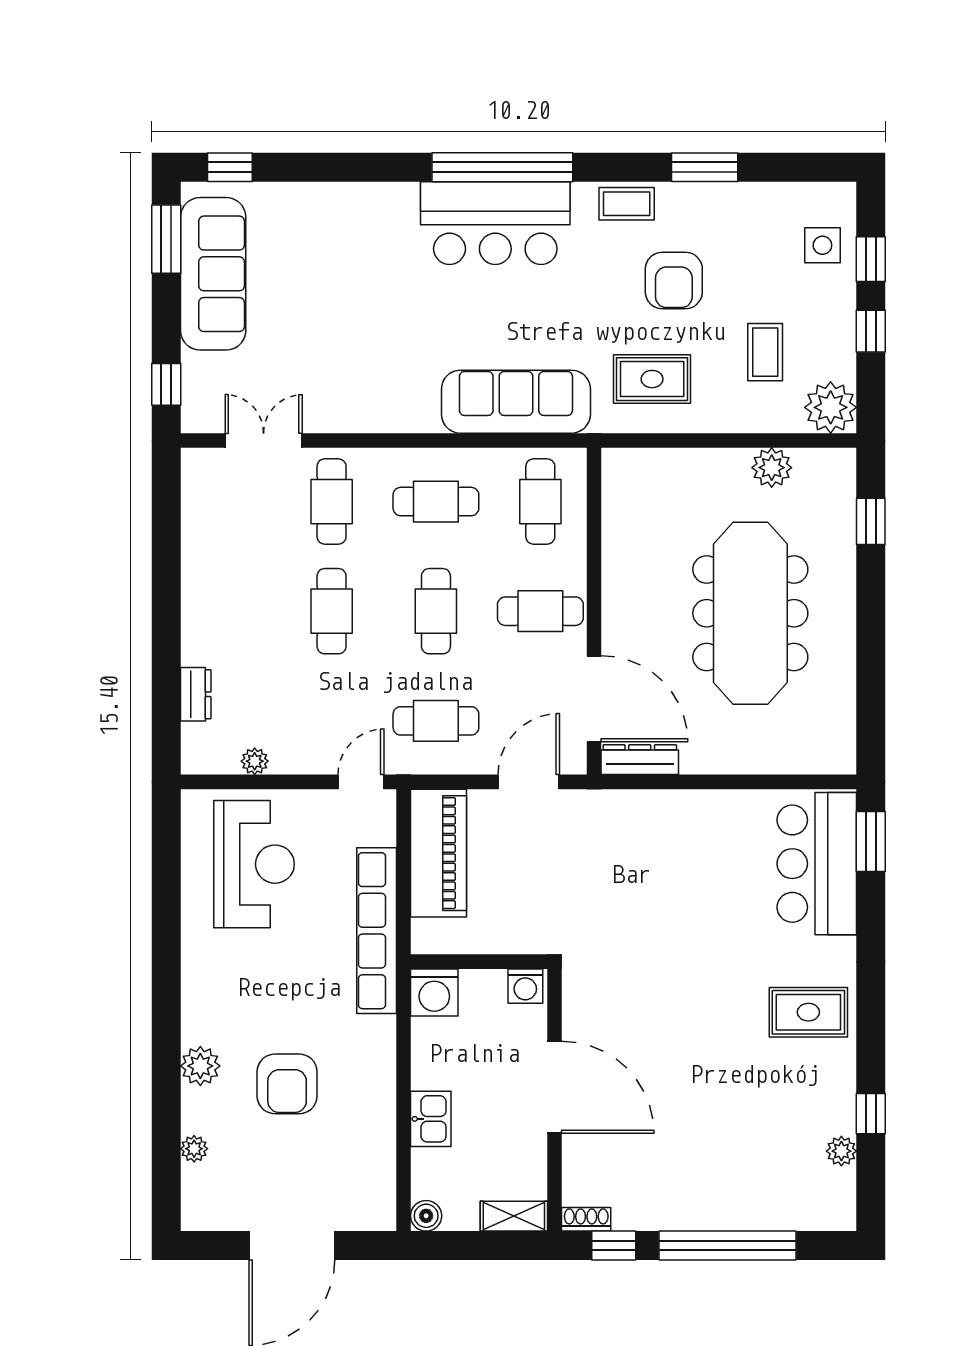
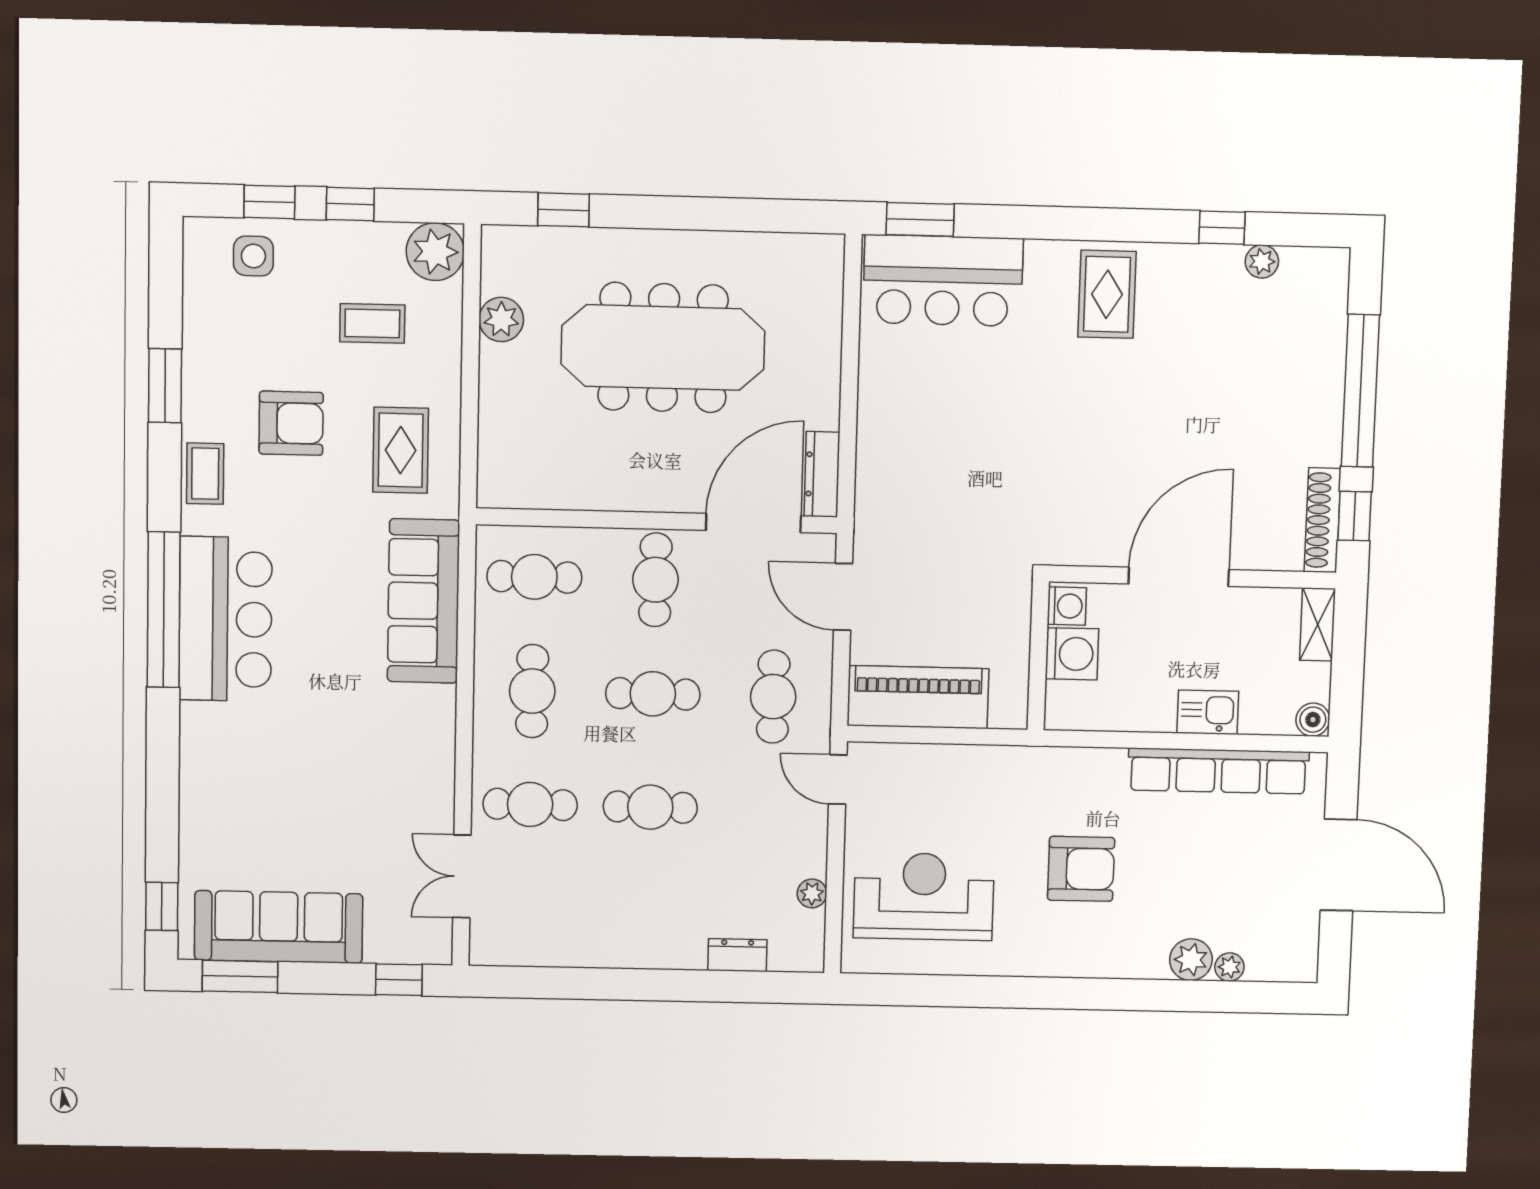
row of seats: (377, 931) -> (1218, 771), moved
washing machine: (434, 992) -> (1072, 654), moved
plant: (200, 1066) -> (1191, 960), moved
armchair: (287, 1084) -> (1081, 869), moved
shoe rack: (586, 1219) -> (1323, 520), width x1.94, depth x1.24

